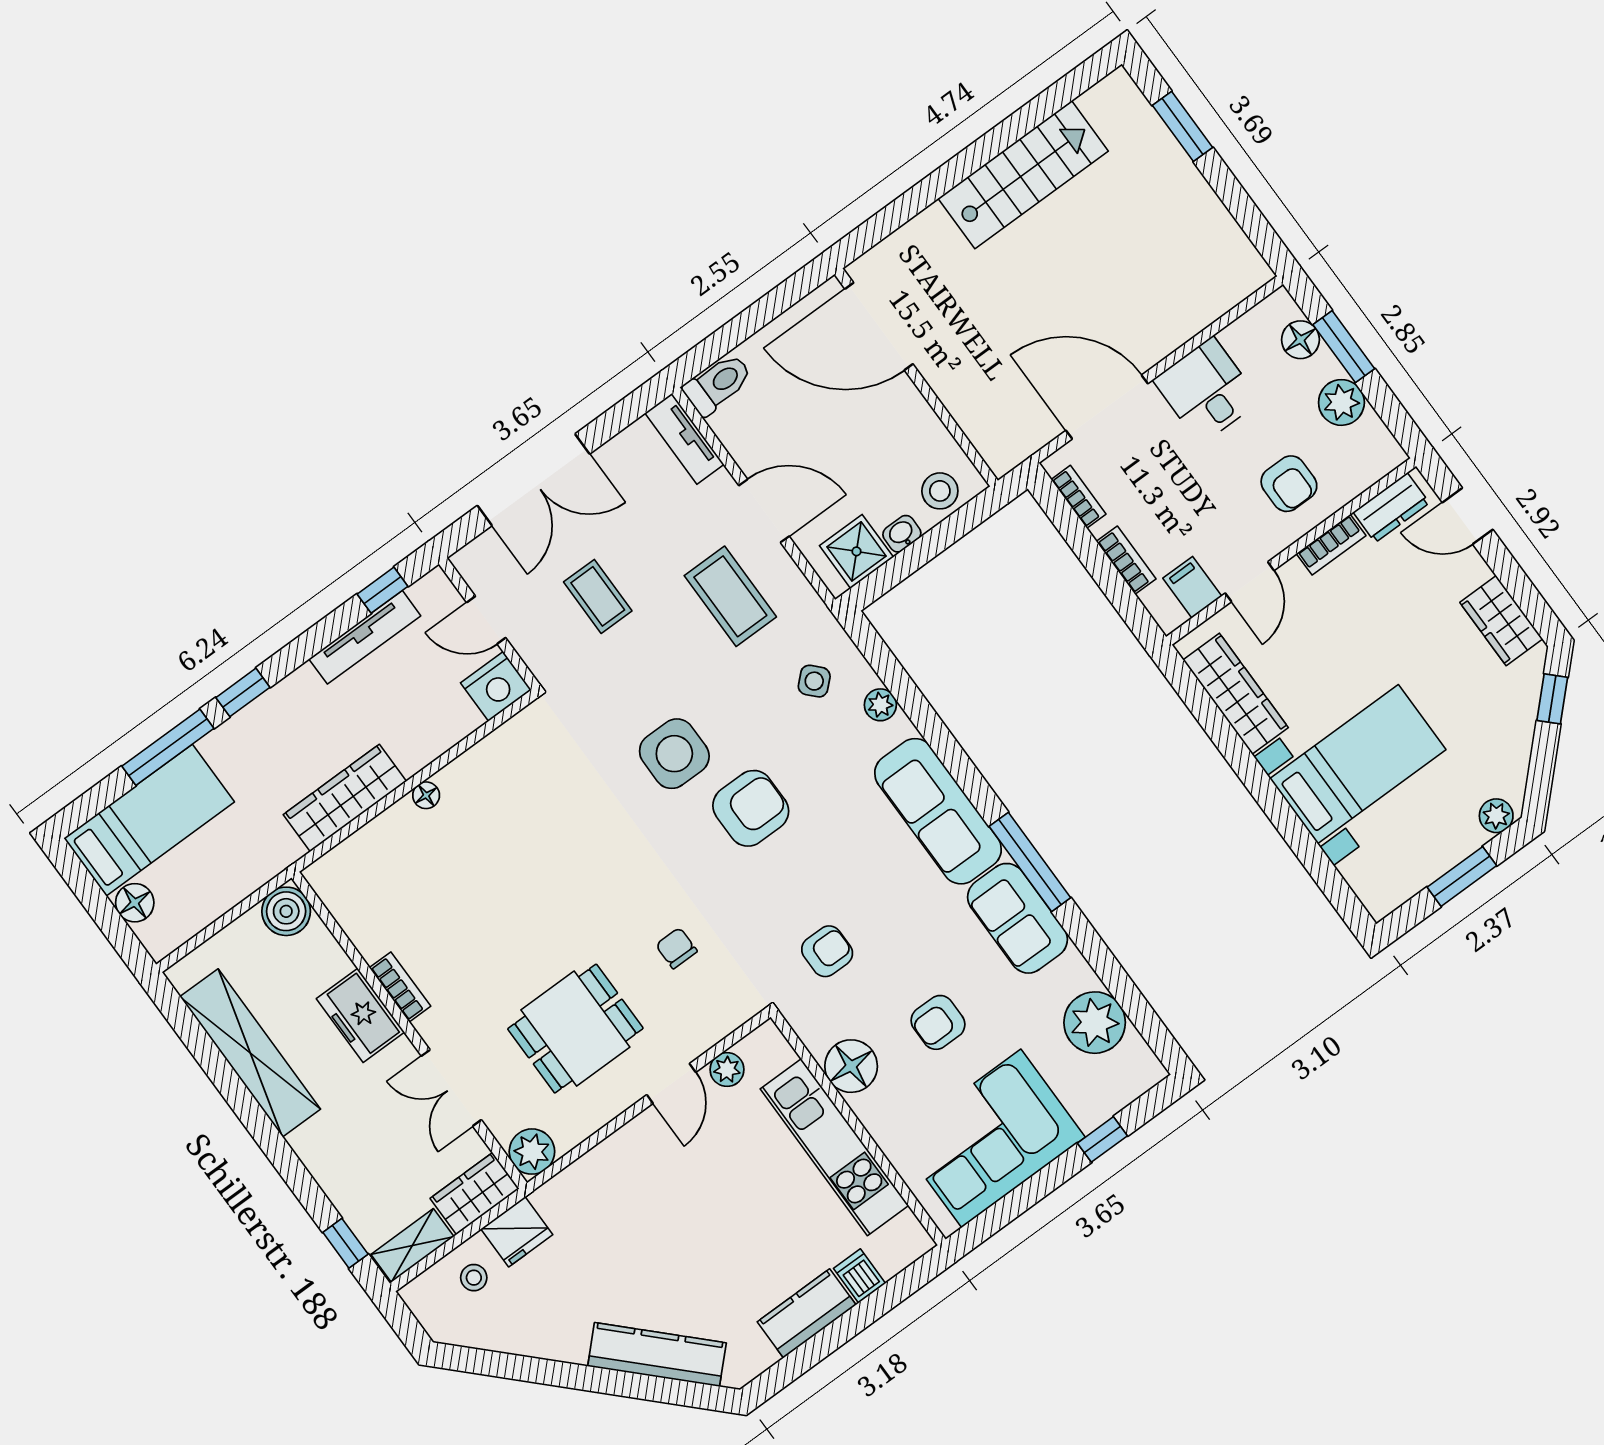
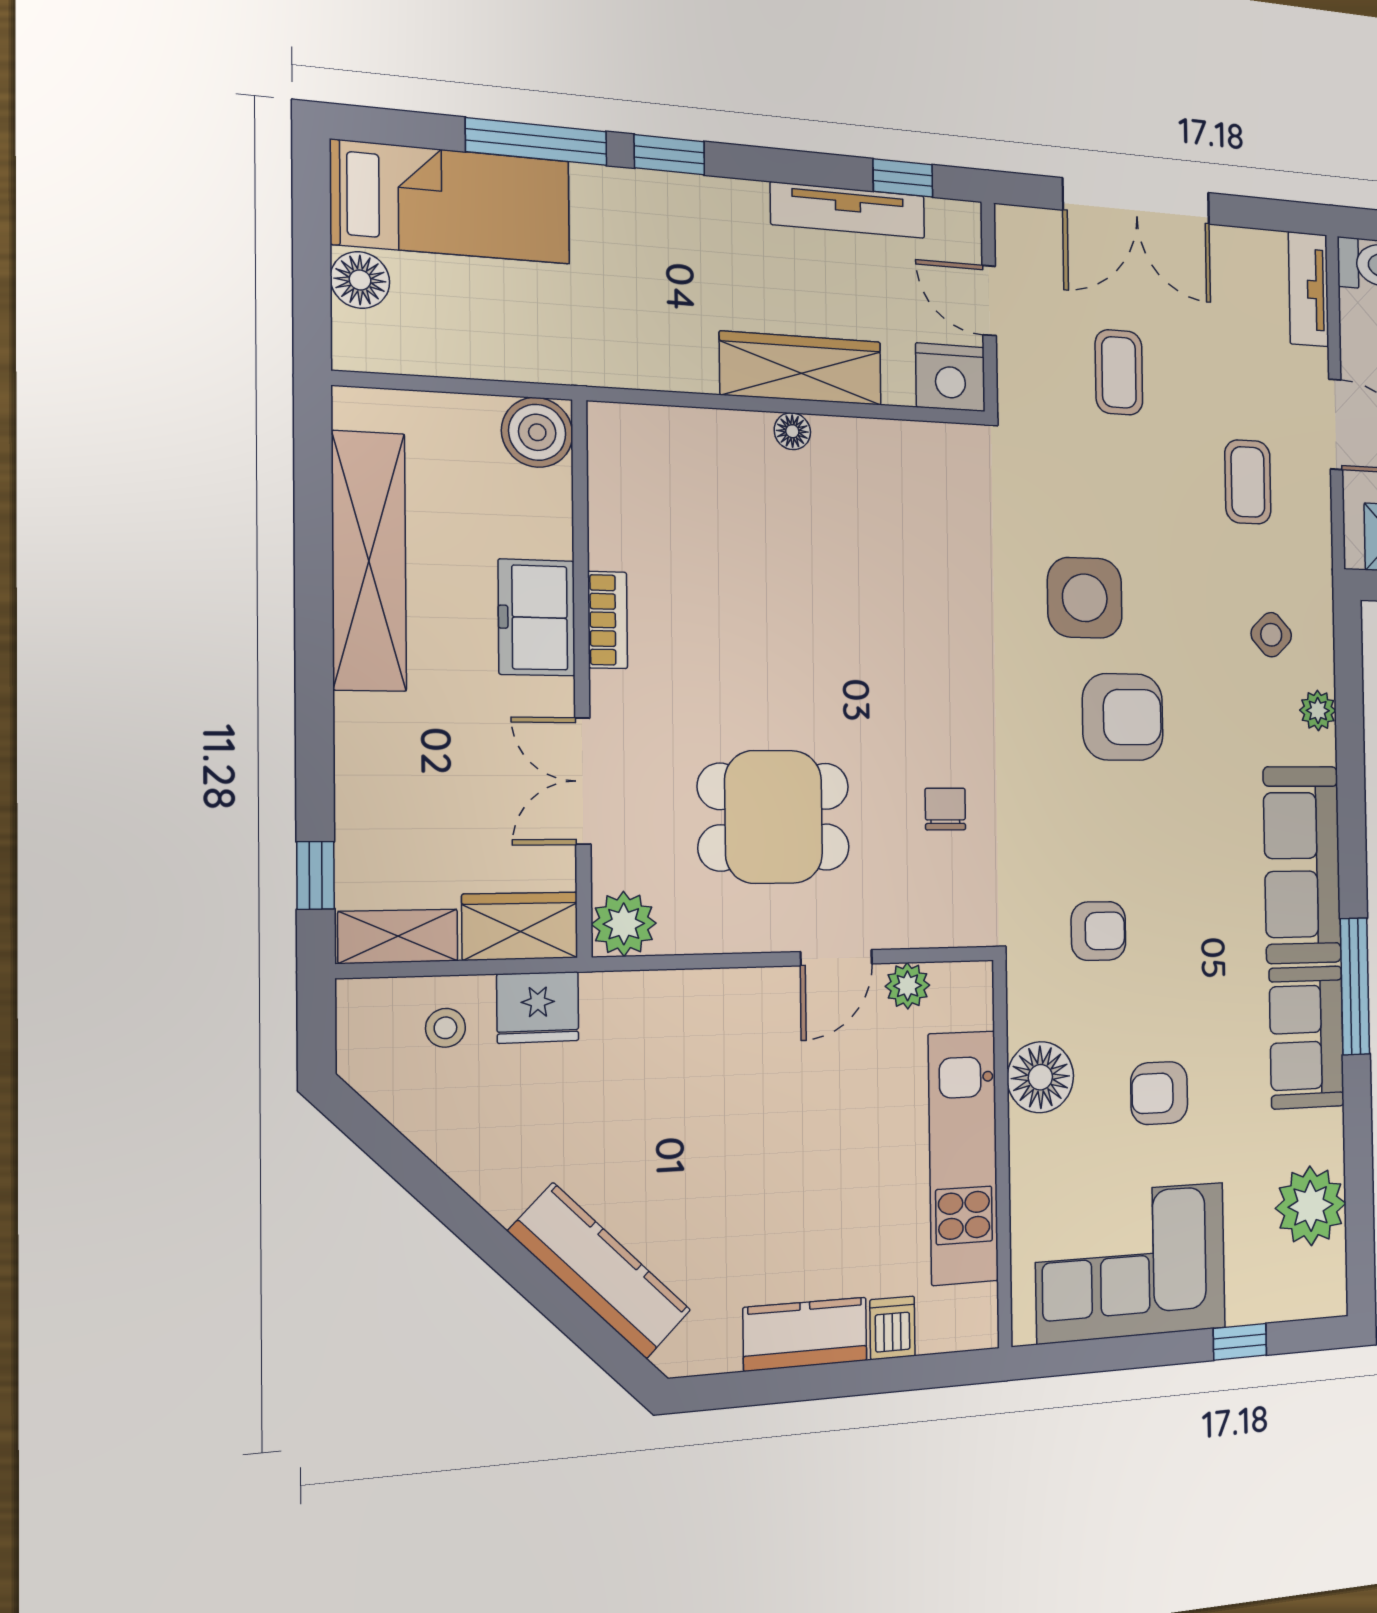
coffee table: (730, 596) -> (1248, 482), width x0.73, depth x0.77
wardrobe: (345, 798) -> (801, 368), moved

